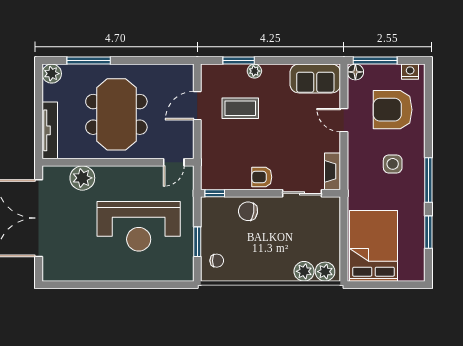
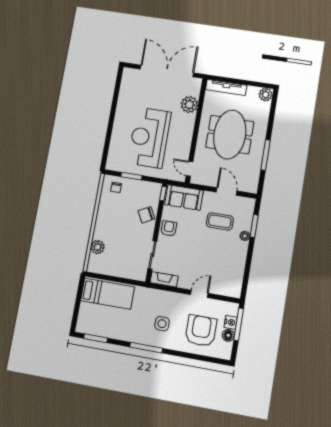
window: (89, 60) -> (265, 155), moved
floor lamp: (355, 72) -> (228, 335), moved
nightstand: (410, 72) -> (231, 322), moved
sofa: (315, 78) -> (184, 197), moved, turned -90
coffee table: (240, 108) -> (220, 221), turned 90
meeting table: (116, 114) -> (230, 135), turned 90
chair: (248, 211) -> (146, 215), turned -127
window: (428, 232) -> (96, 338), moved
bed: (373, 246) -> (107, 294), width x0.67
plant: (325, 272) -> (95, 262), removed

